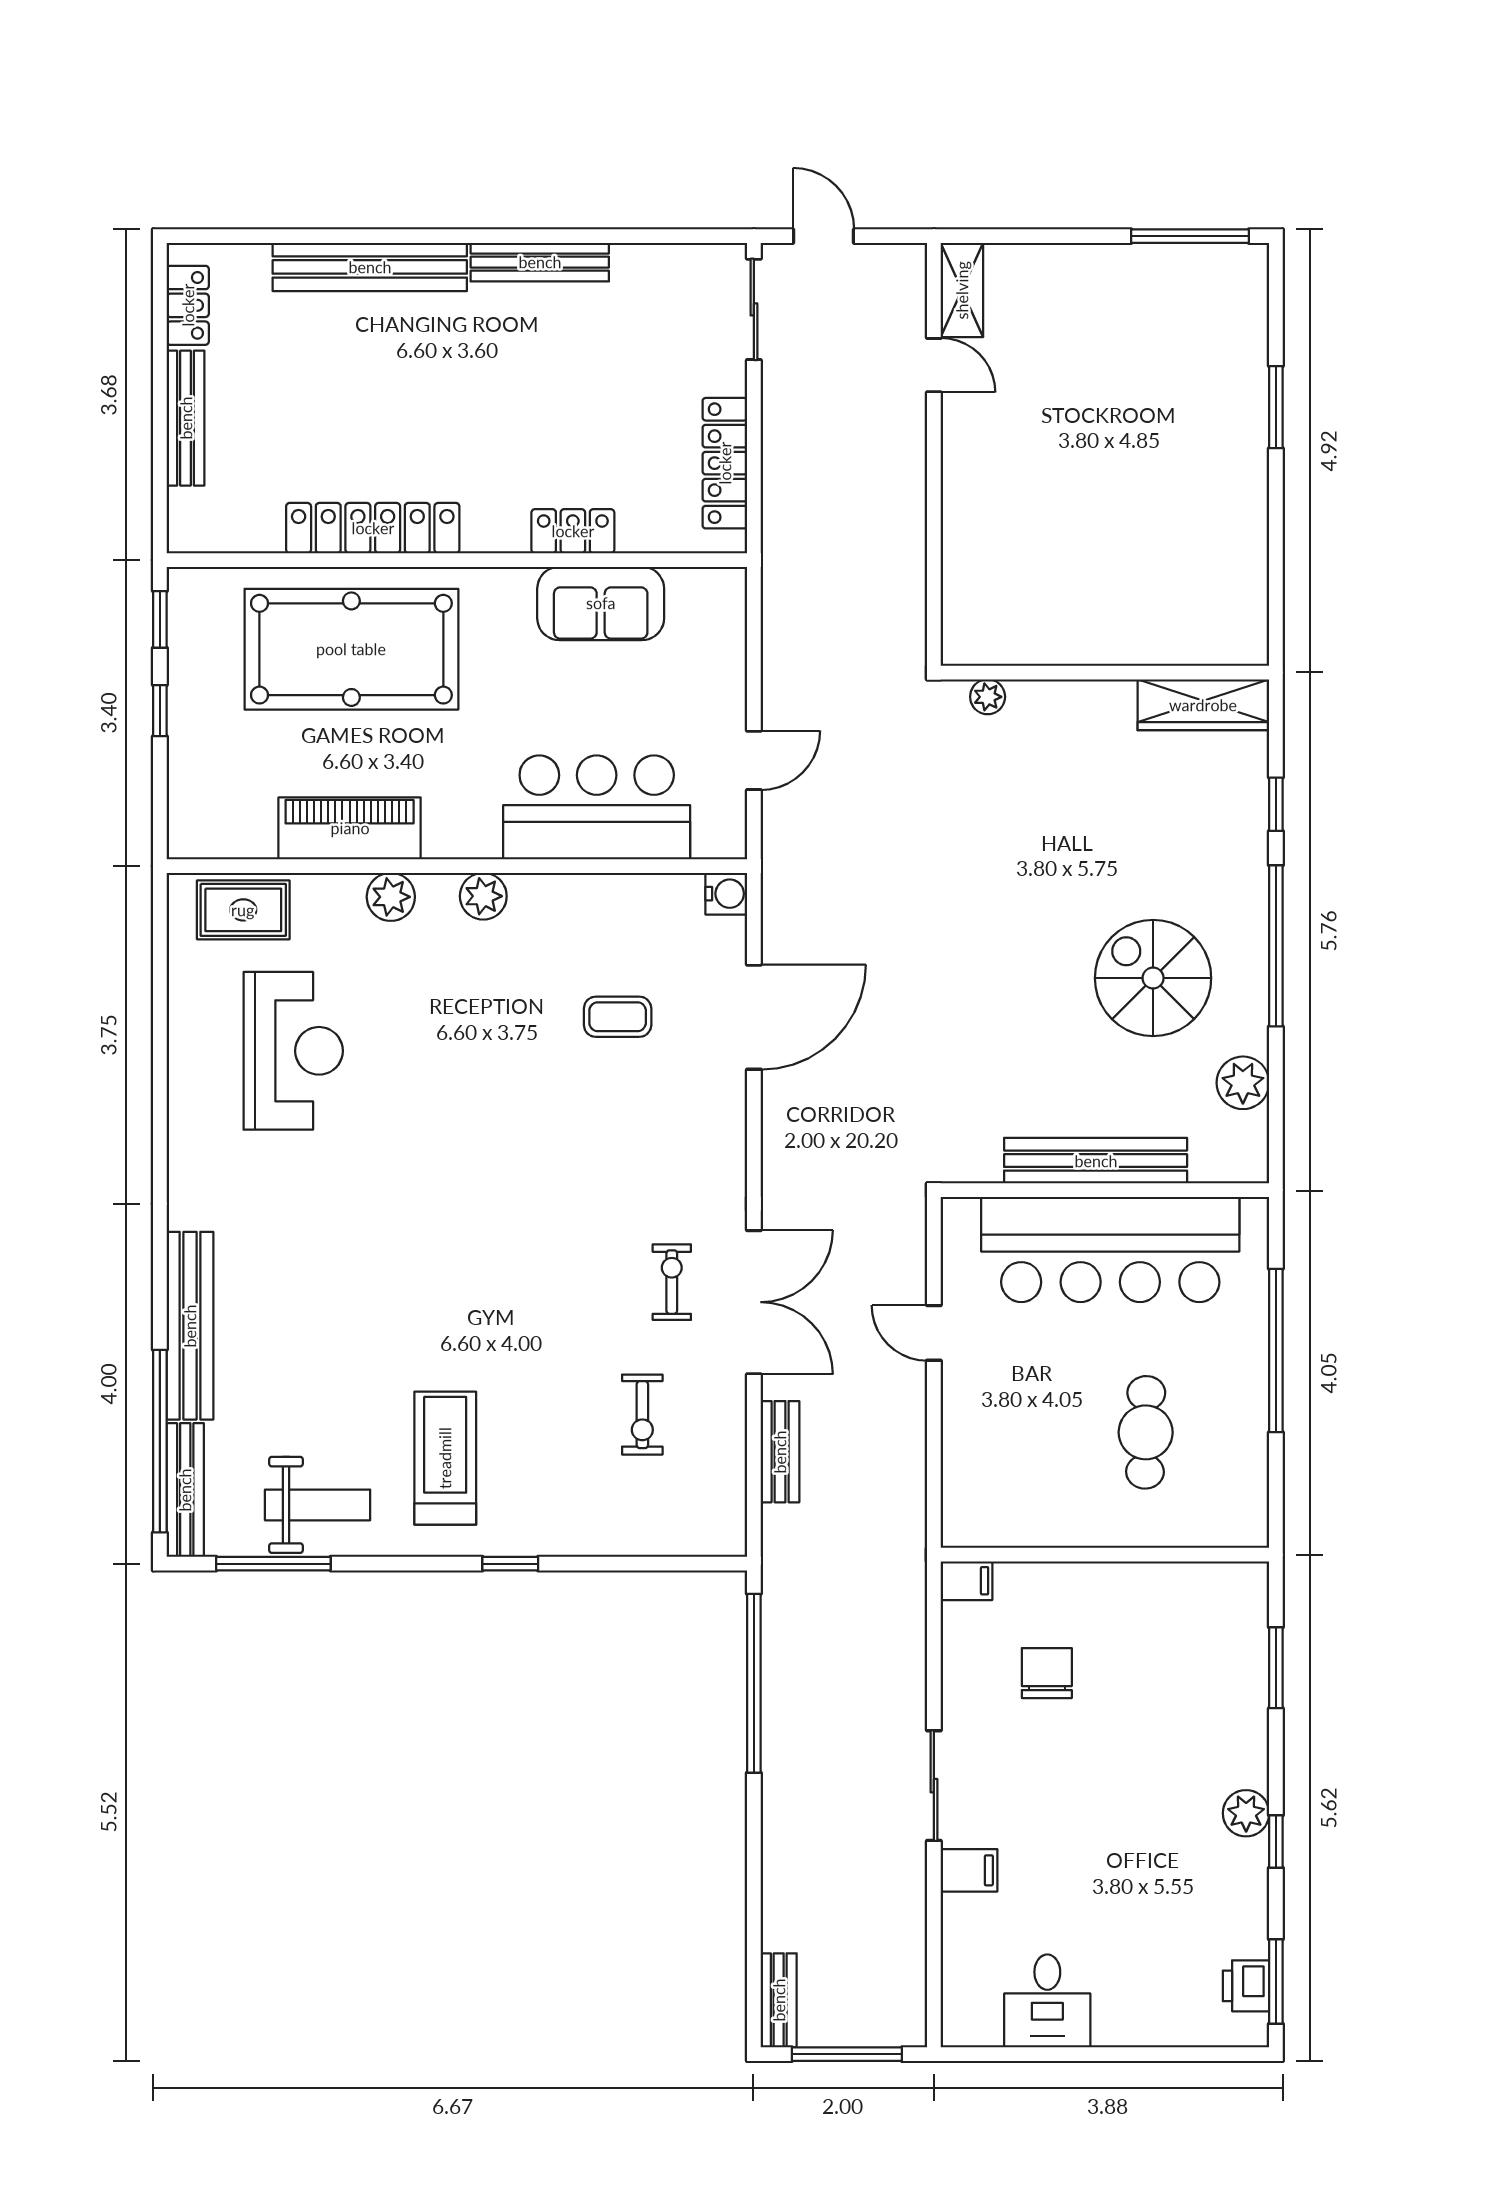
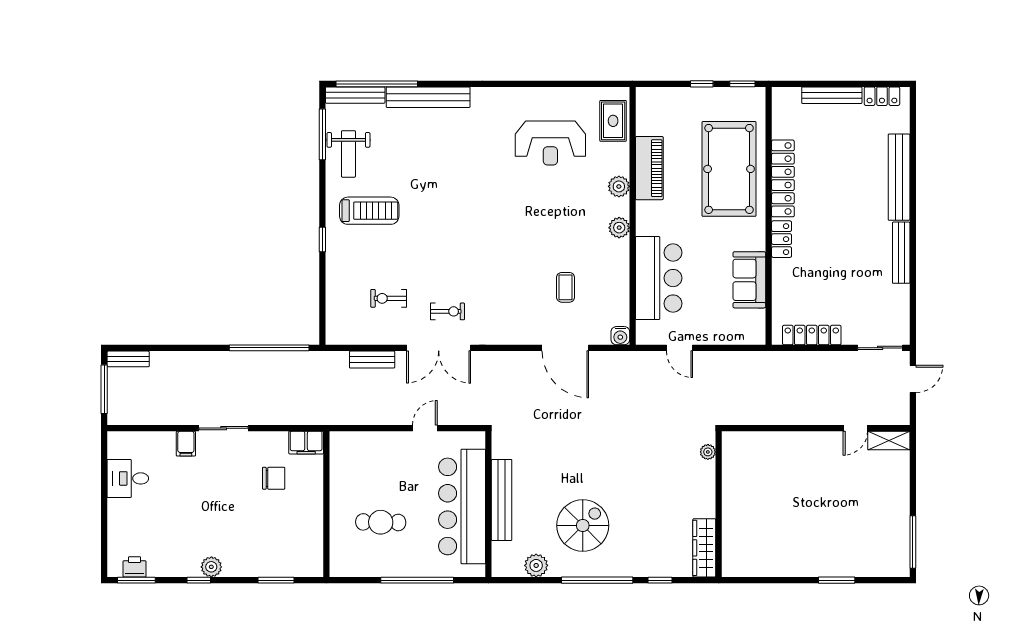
locker: (573, 531) -> (782, 239), moved
filing cabinet: (967, 1581) -> (306, 443), width x2.00

